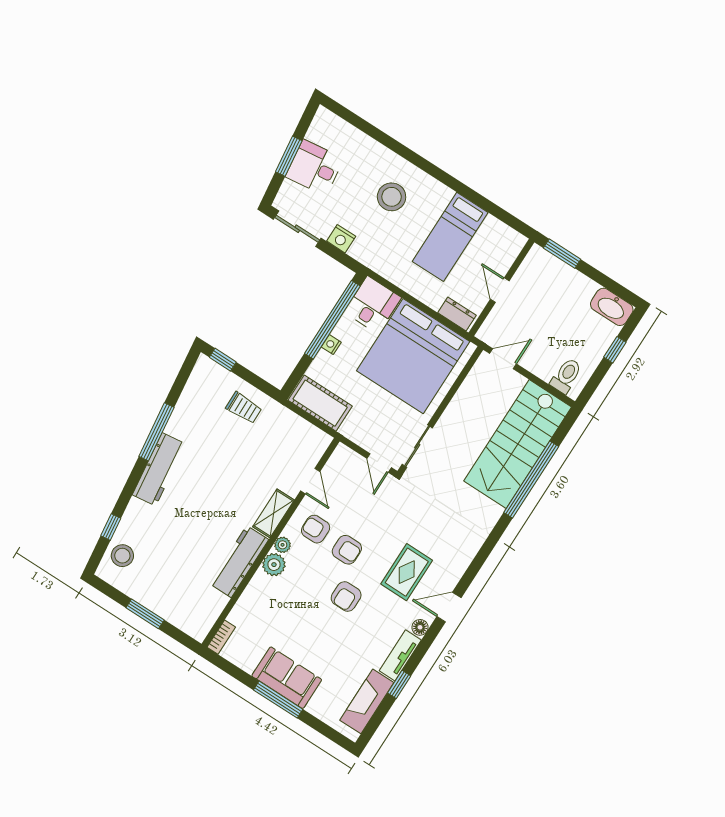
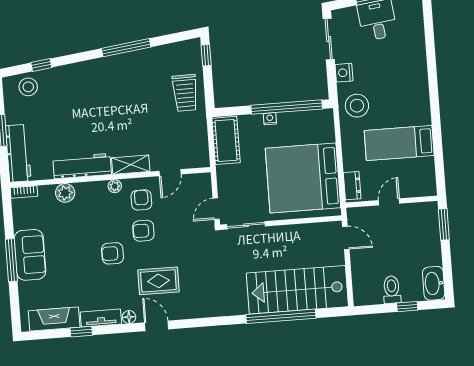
stool: (392, 197) -> (357, 106), moved
desk: (373, 305) -> (316, 126), removed
toilet: (566, 376) -> (392, 290), moved, turned -90
trolley: (244, 408) -> (185, 93), width x1.36, depth x1.39
workbench: (159, 469) -> (18, 153), moved, turned -83
armchair: (347, 550) -> (143, 231), turned 90
plant: (274, 565) -> (65, 193), moved

